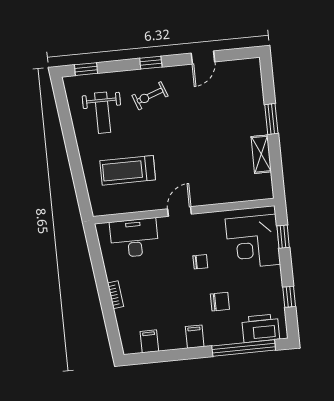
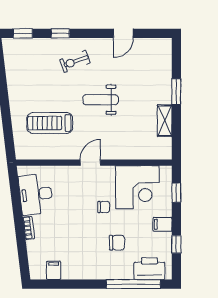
window: (151, 63) -> (60, 33), moved
weight bench: (103, 113) -> (101, 100), moved, turned 90
desk: (134, 238) -> (36, 194), moved, turned -97
corner desk: (253, 242) -> (137, 187), moved, turned -90
filing cabinet: (195, 337) -> (162, 224), moved, turned -90

